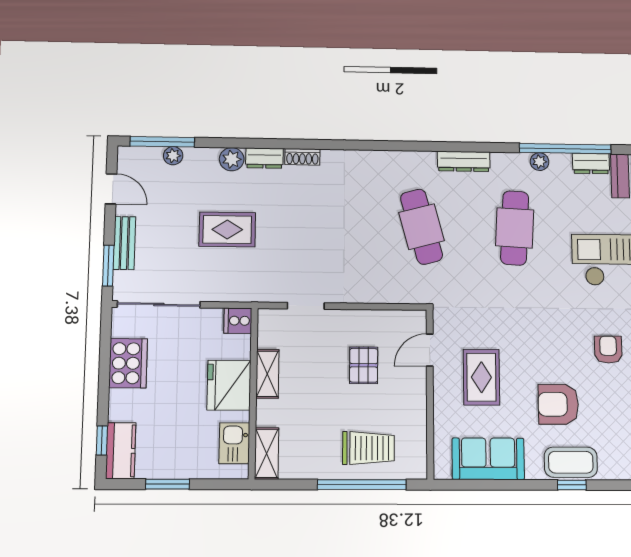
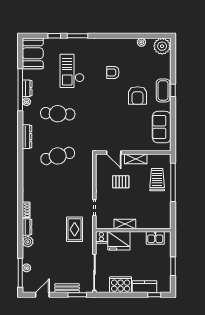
dresser: (591, 164) -> (27, 88), moved
rug: (227, 230) -> (75, 229), moved
rug: (481, 377) -> (126, 130), removed
fridge: (229, 385) -> (119, 241), moved
kitchen counter: (121, 451) -> (144, 287), moved
shelving: (267, 453) -> (136, 159), moved

